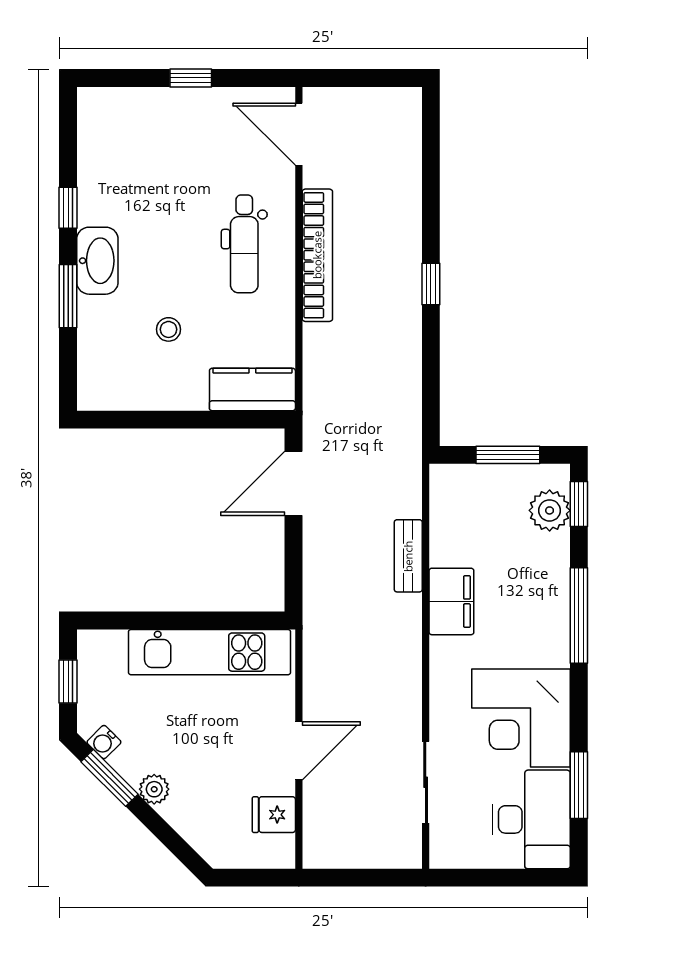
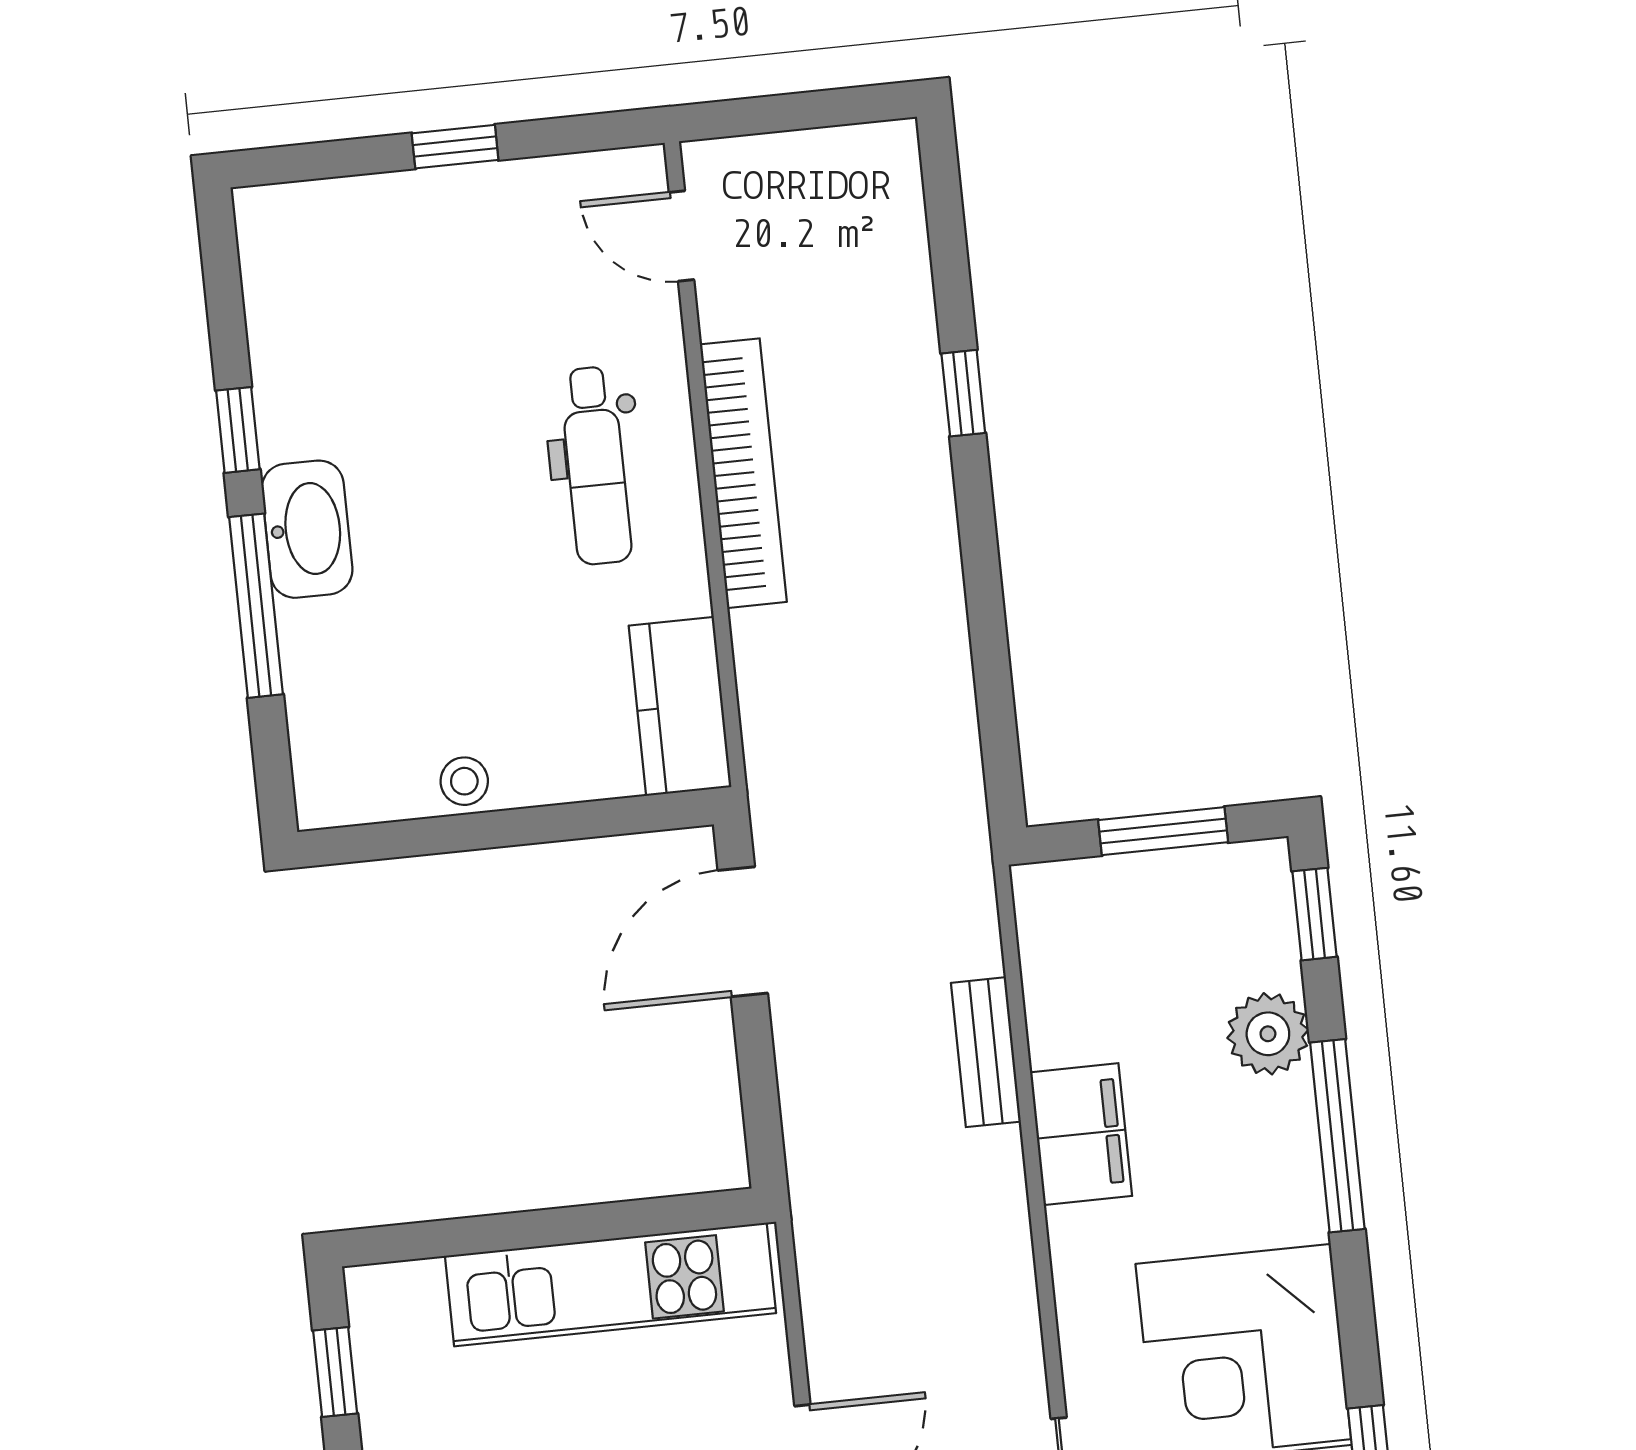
door: (299, 134) -> (682, 236), width x0.73
window: (431, 284) -> (963, 393), moved
window: (68, 296) -> (256, 606), width x1.44
stool: (169, 329) -> (464, 781), moved
kitchen counter: (252, 389) -> (680, 706), moved, turned -90
plant: (550, 510) -> (1268, 1034), moved

